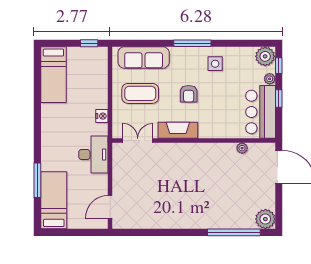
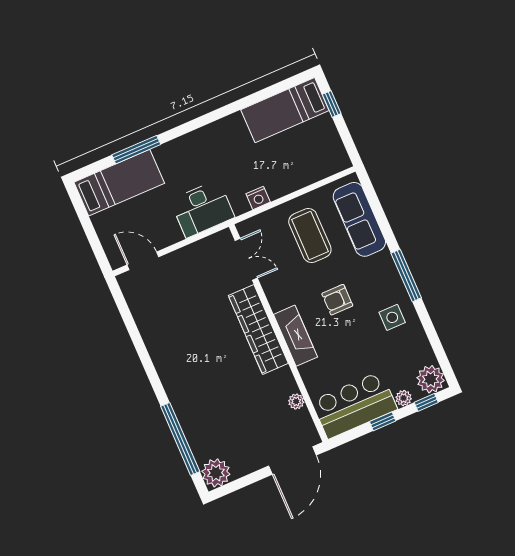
window: (89, 43) -> (332, 104), moved
fireplace: (178, 130) -> (295, 336), moved
wardrobe: (186, 152) -> (258, 329), added

